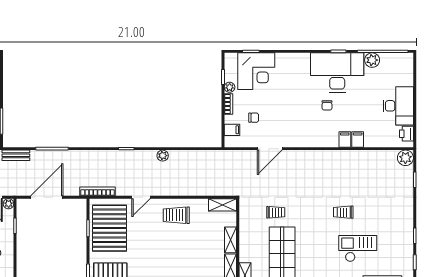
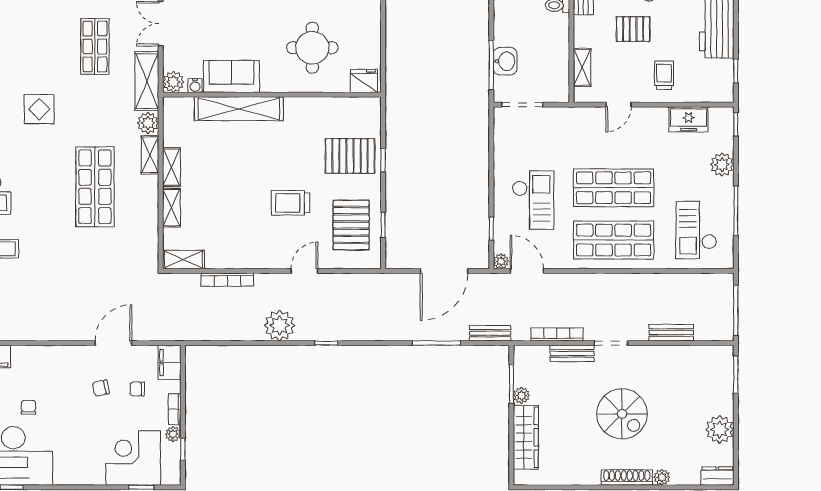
chair: (278, 118) -> (101, 388), added
filing cabinet: (232, 130) -> (169, 362), width x2.00
plant: (163, 156) -> (280, 325), width x1.87, depth x1.87
bookcase: (98, 191) -> (227, 280), moved
trolley: (276, 212) -> (104, 249), removed
trolley: (176, 215) -> (290, 203), moved, turned 180
pallet: (110, 228) -> (351, 225), width x0.73, depth x0.71

